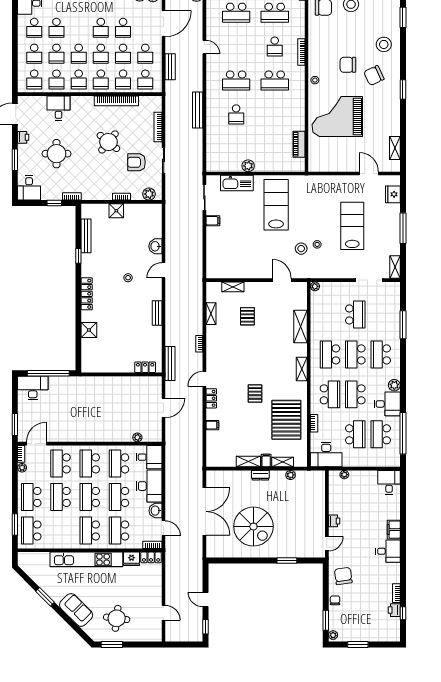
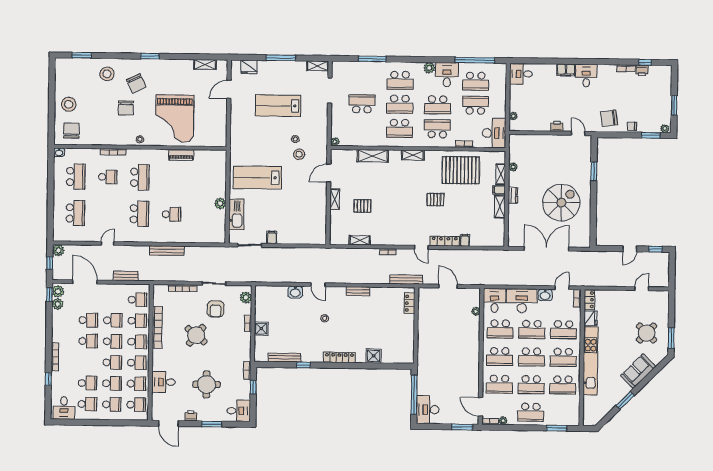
school desk: (145, 54) -> (113, 299), removed
piano: (299, 144) -> (181, 155), moved
shelving: (233, 287) -> (335, 199), moved
locker: (211, 398) -> (445, 241), width x1.53
school desk: (31, 530) -> (563, 385), moved
round table: (117, 618) -> (647, 333), turned 37

